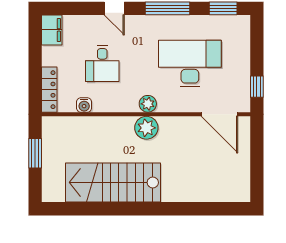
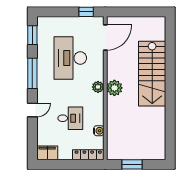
stairs: (113, 182) -> (152, 74), moved

